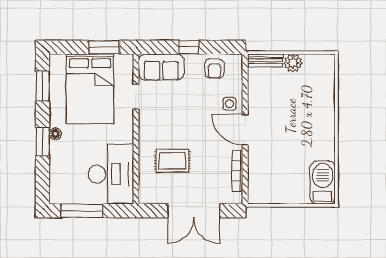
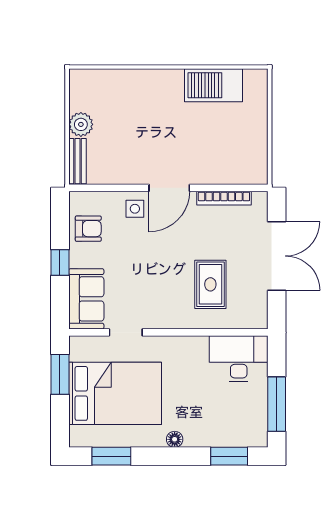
window: (43, 142) -> (229, 456), moved
desk: (111, 174) -> (239, 359), width x0.73, depth x0.77
barbecue: (323, 182) -> (213, 85), moved

